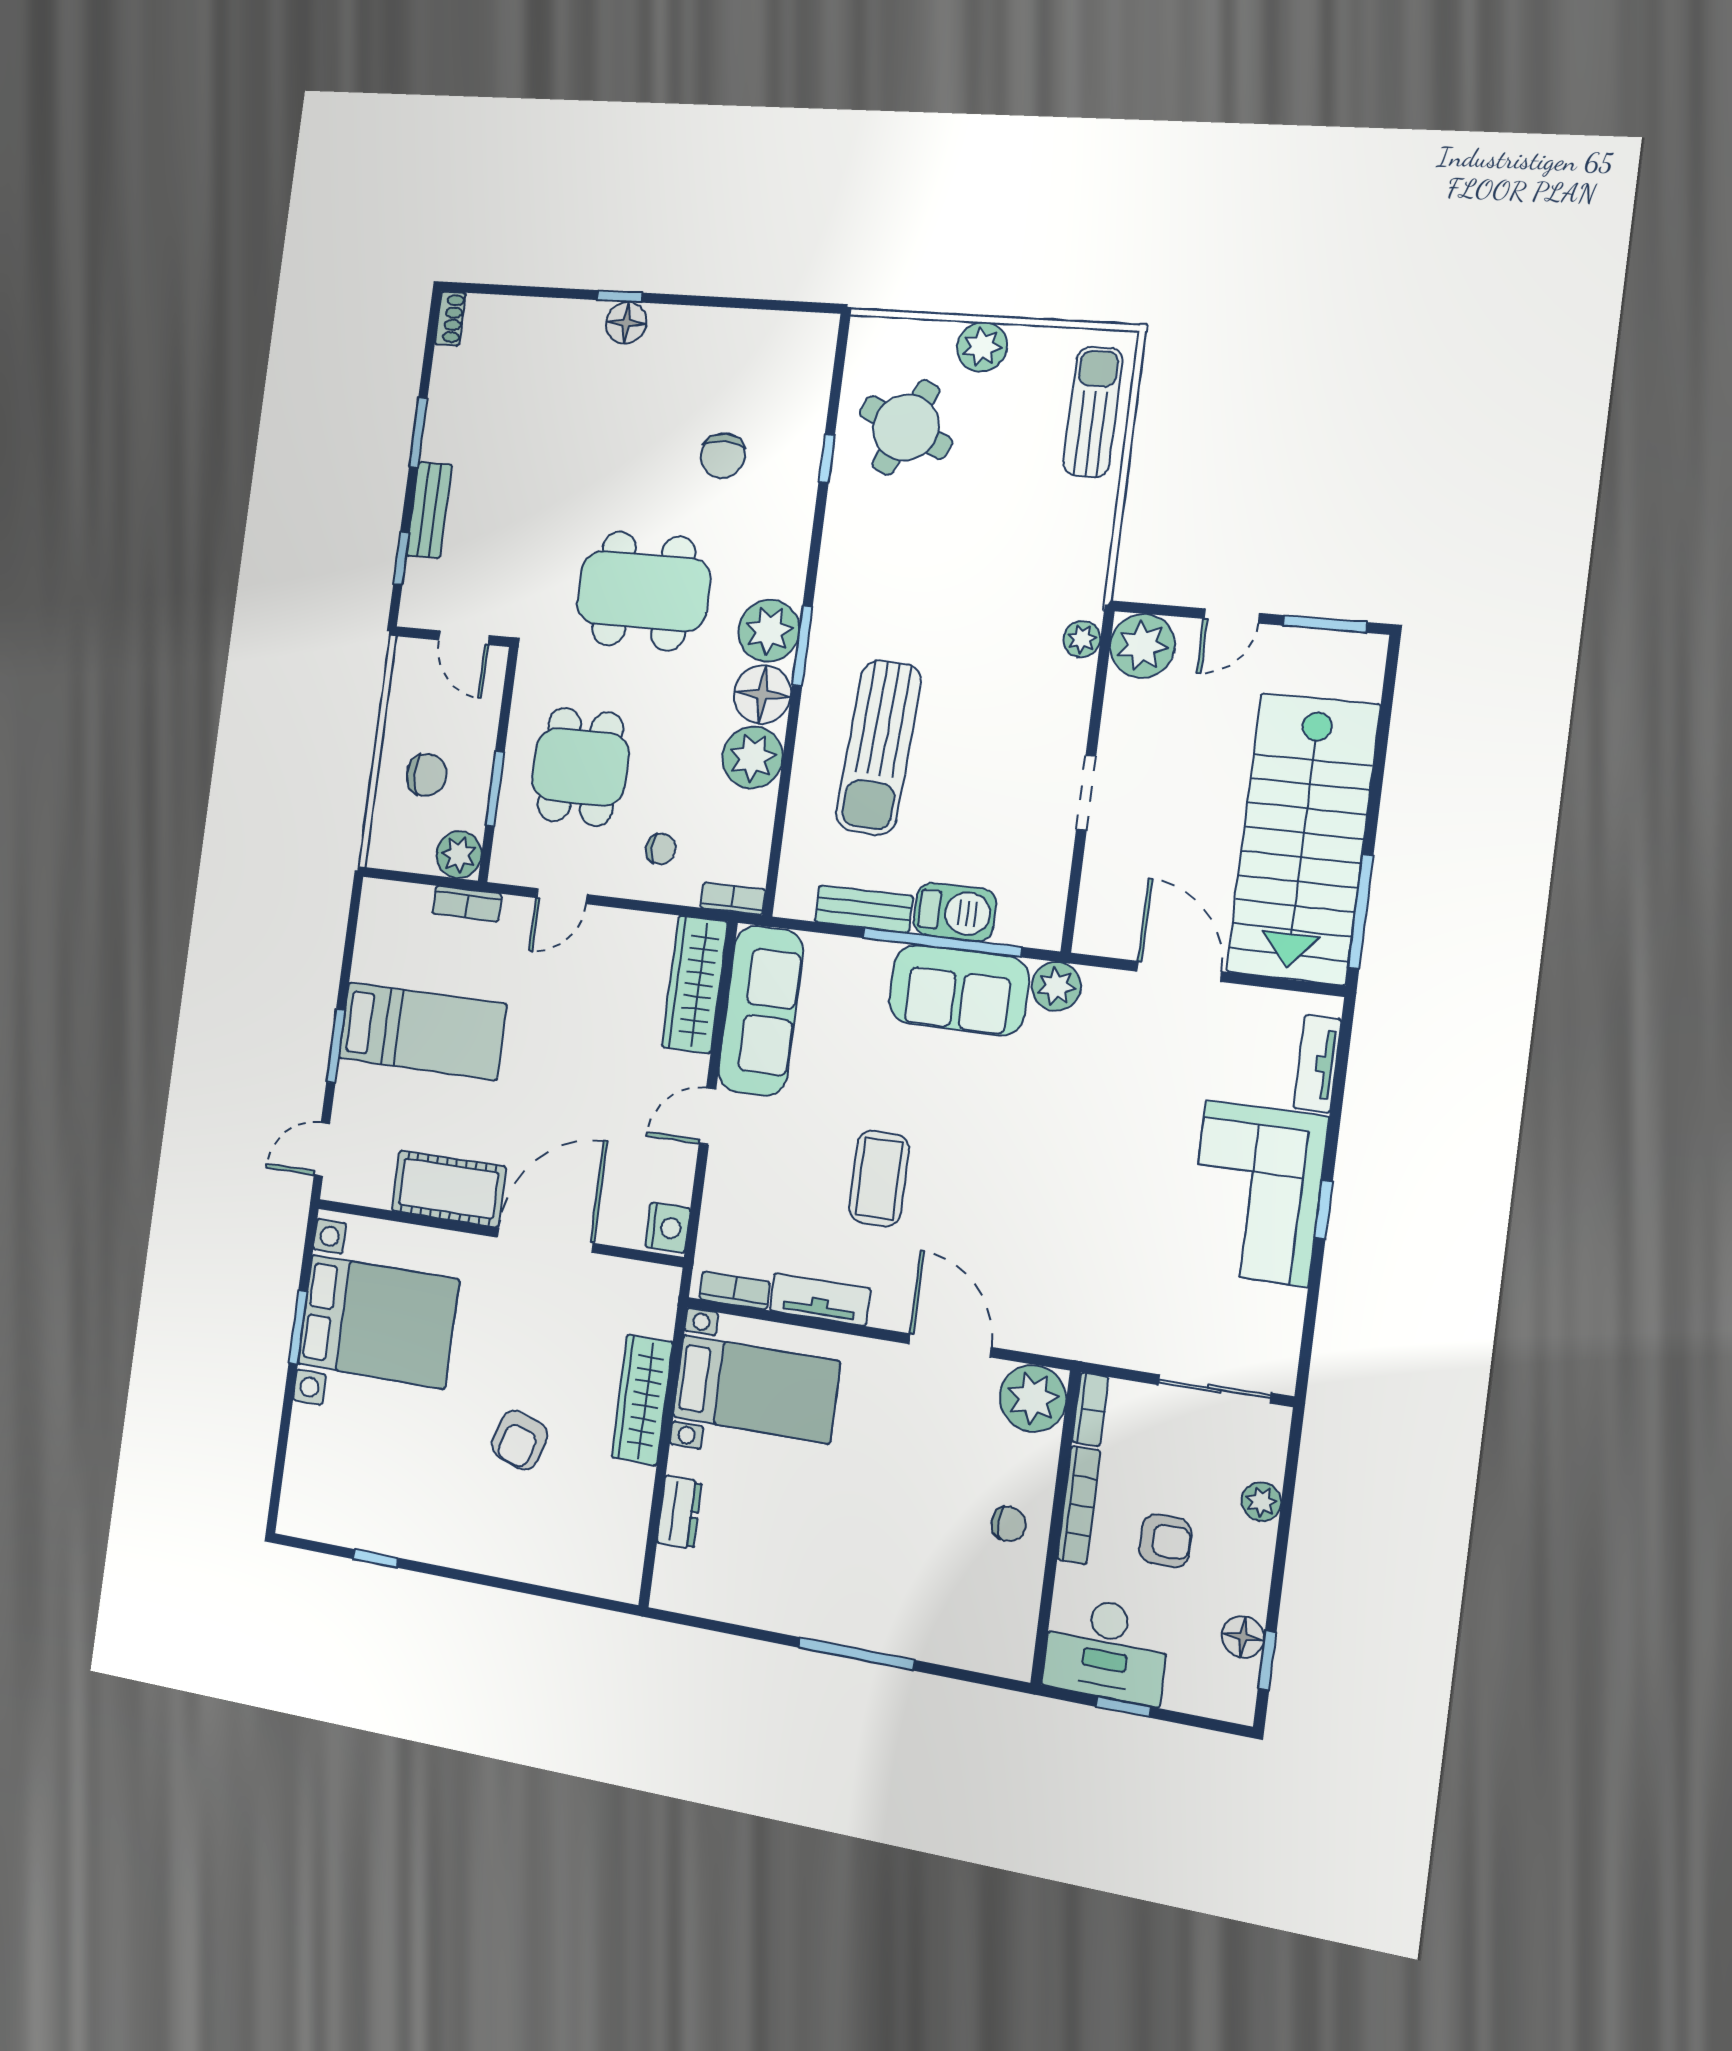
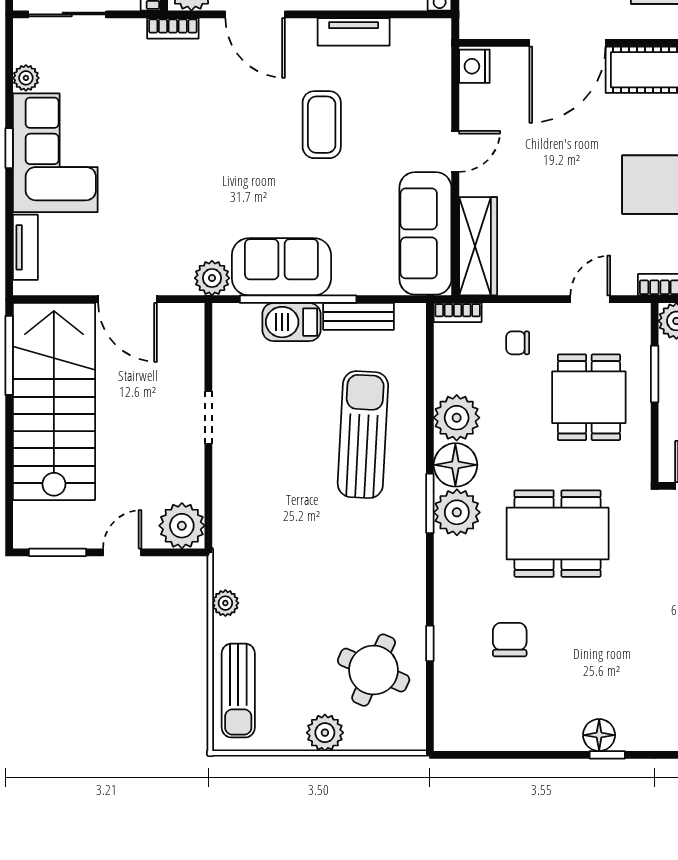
plant: (1082, 639) -> (225, 603), moved
bookcase: (734, 1291) -> (173, 28), moved
plant: (1286, 1307) -> (26, 78), added

